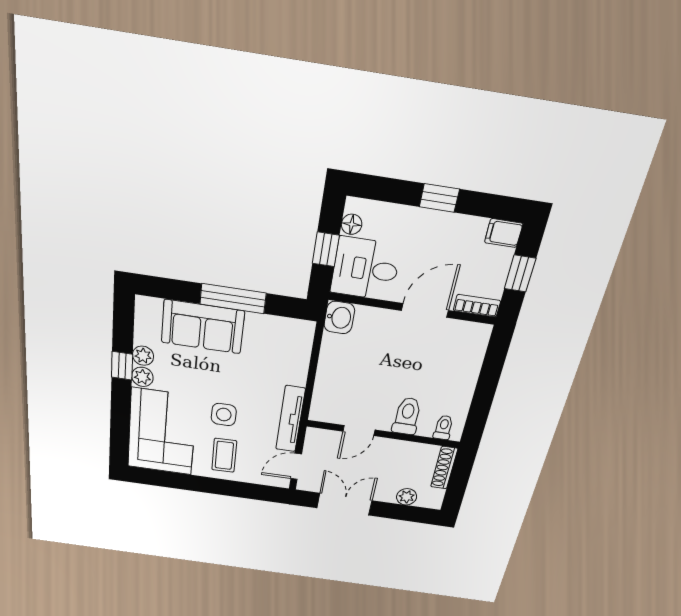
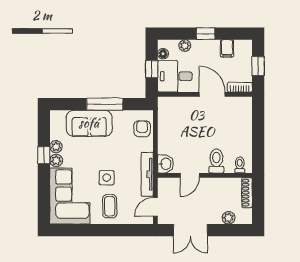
plant: (395, 215) -> (185, 46), added
filing cabinet: (504, 233) -> (227, 48), moved, turned -90
door: (425, 310) -> (212, 94), hinge flipped
washbasin: (339, 318) -> (165, 164), moved
armchair: (293, 349) -> (142, 129), added
double door: (344, 504) -> (190, 230), swing flipped

